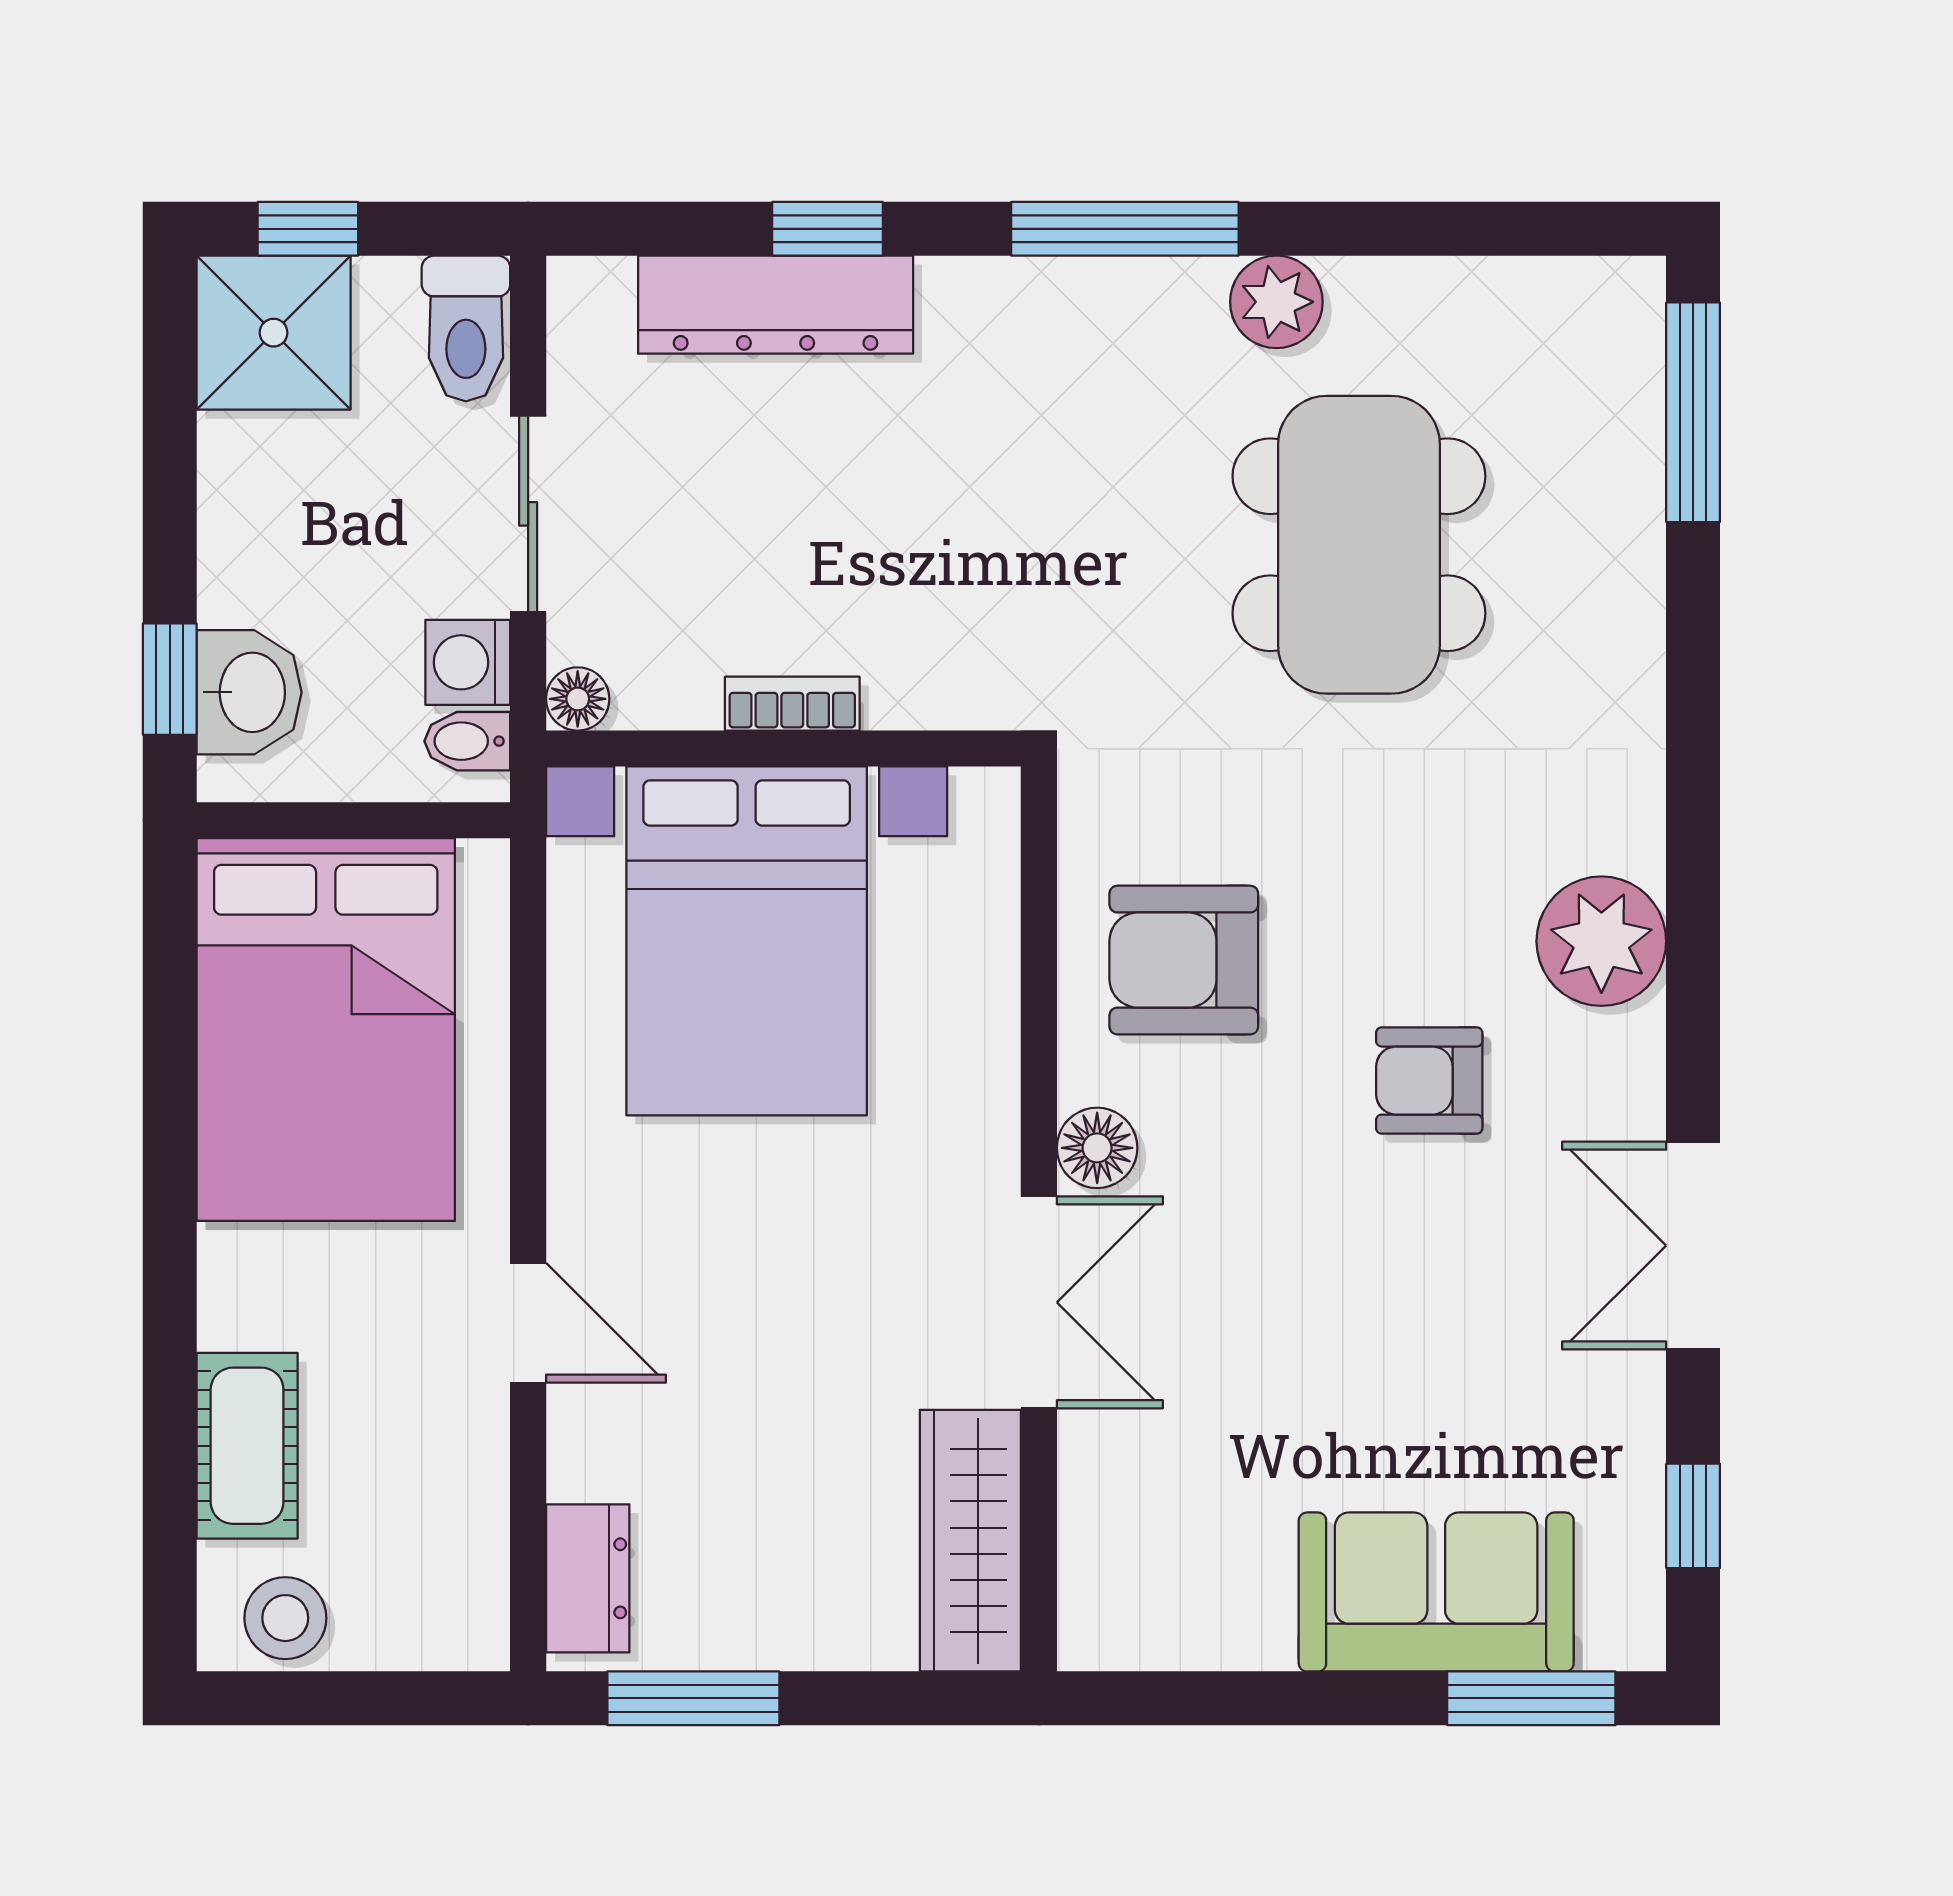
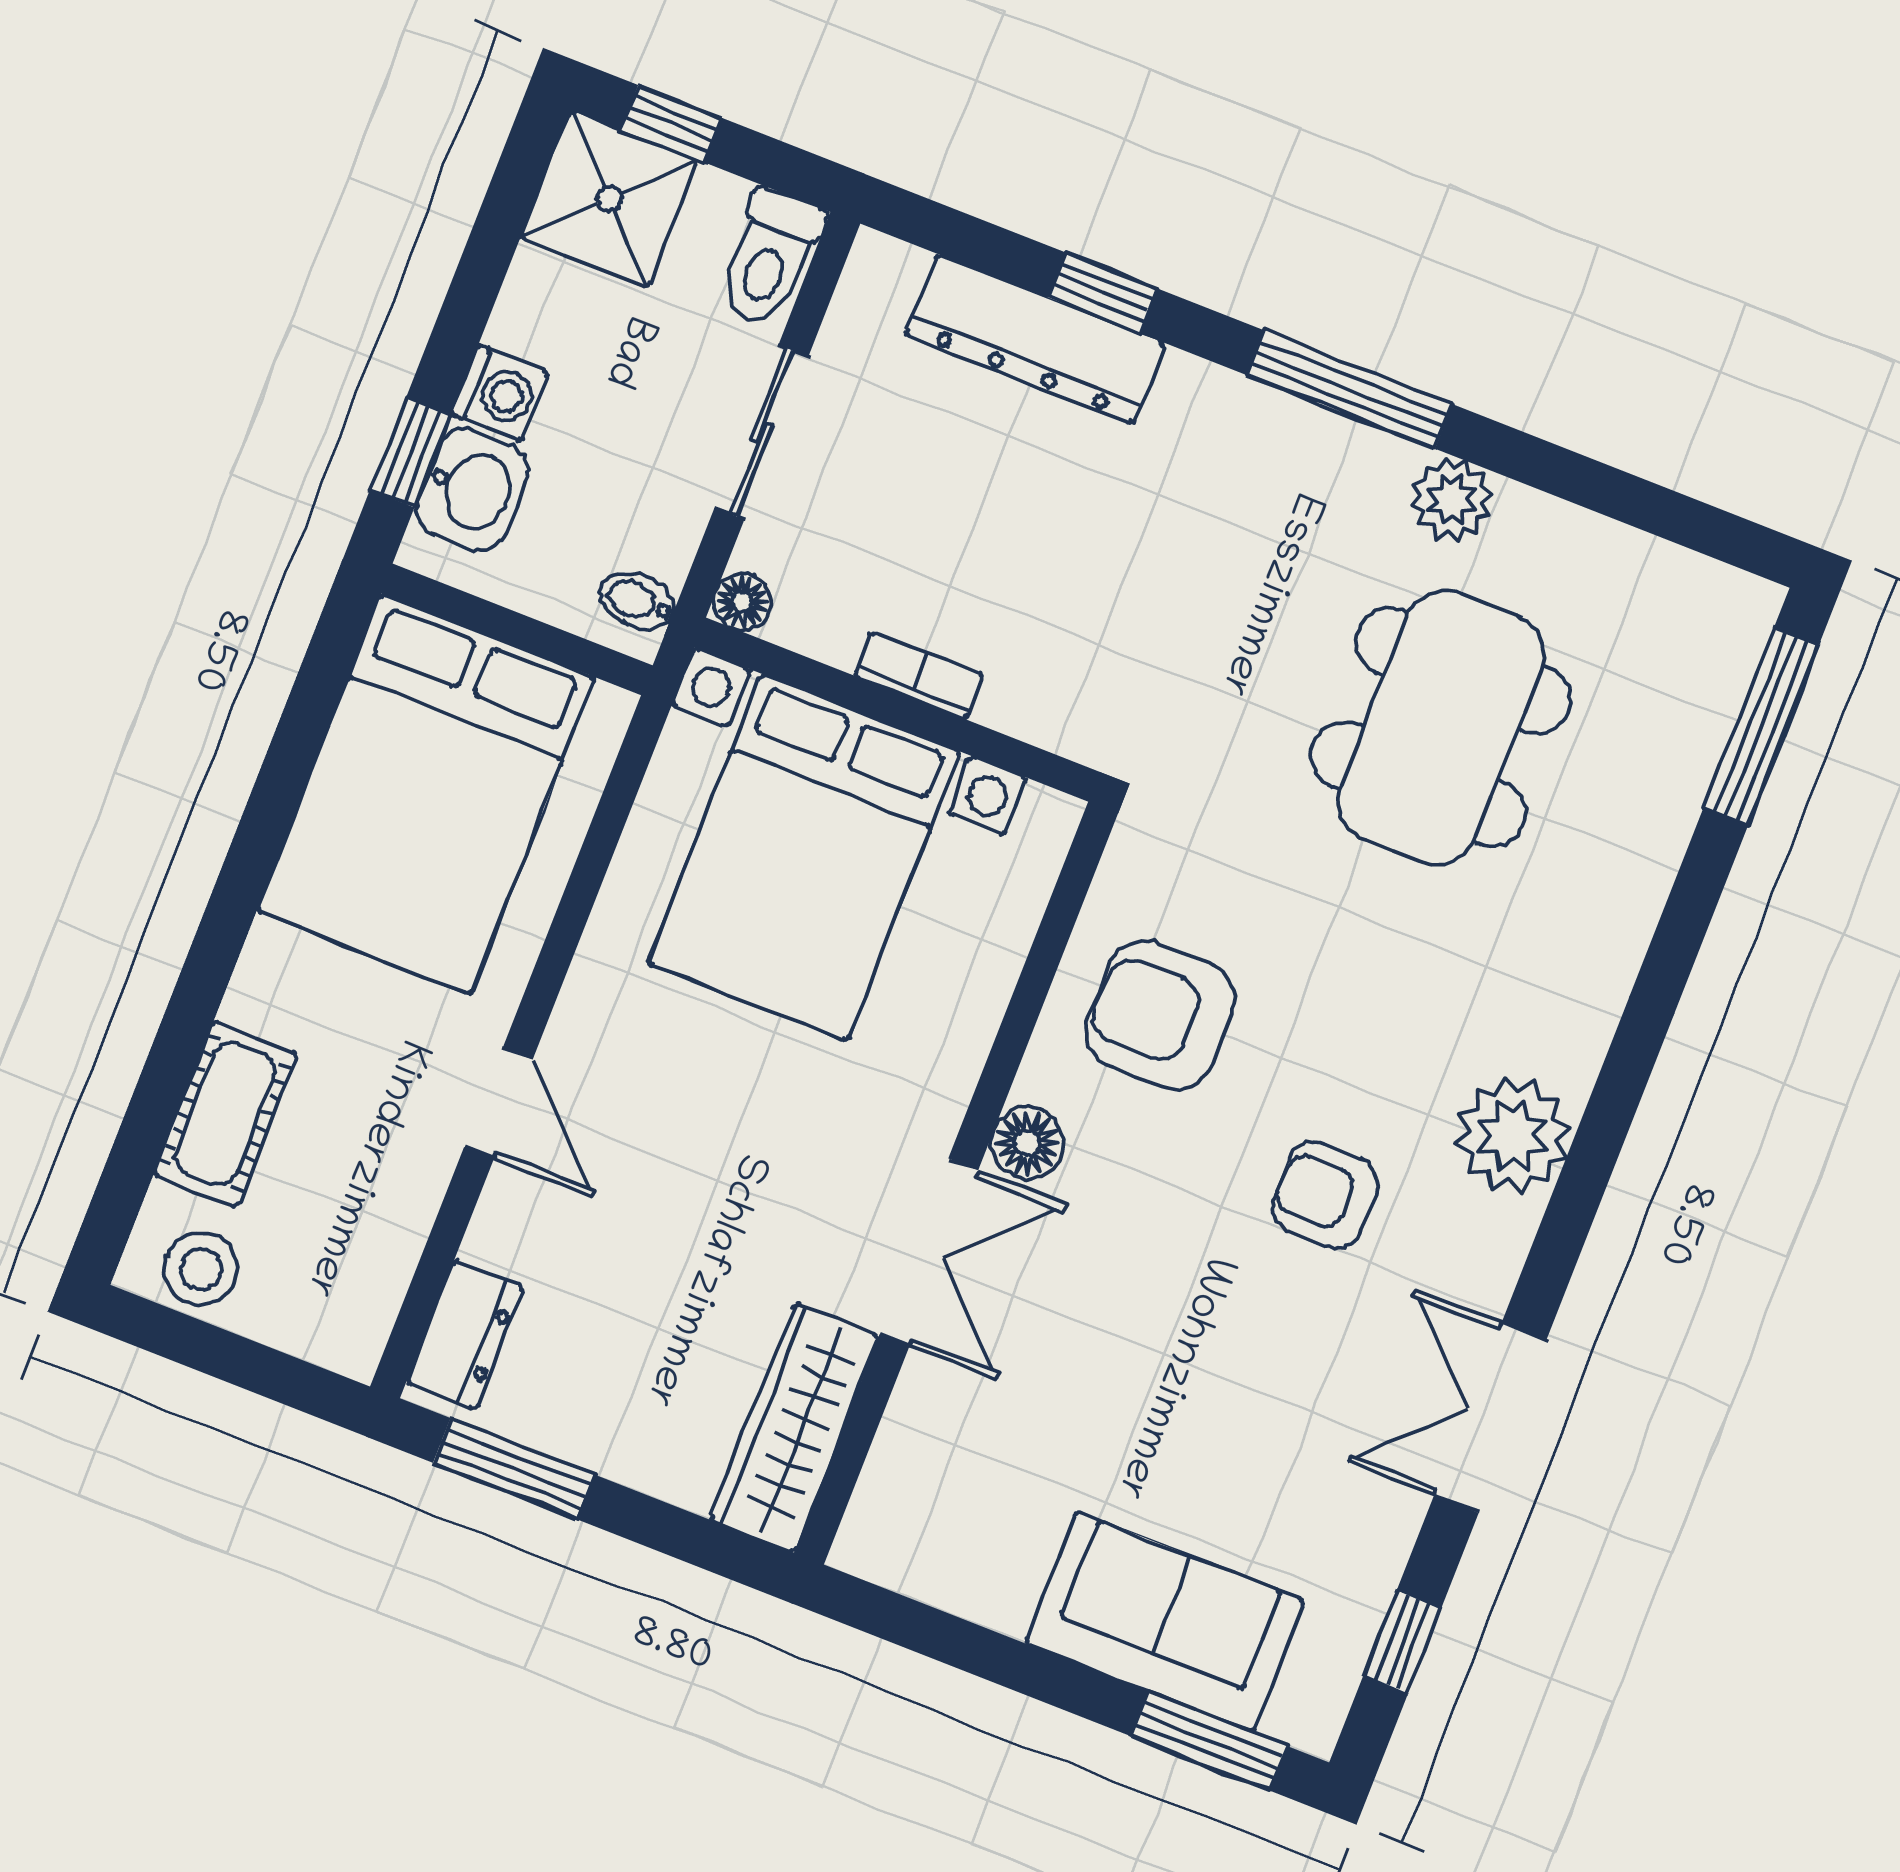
washing machine: (468, 662) -> (500, 393), moved, turned 180

